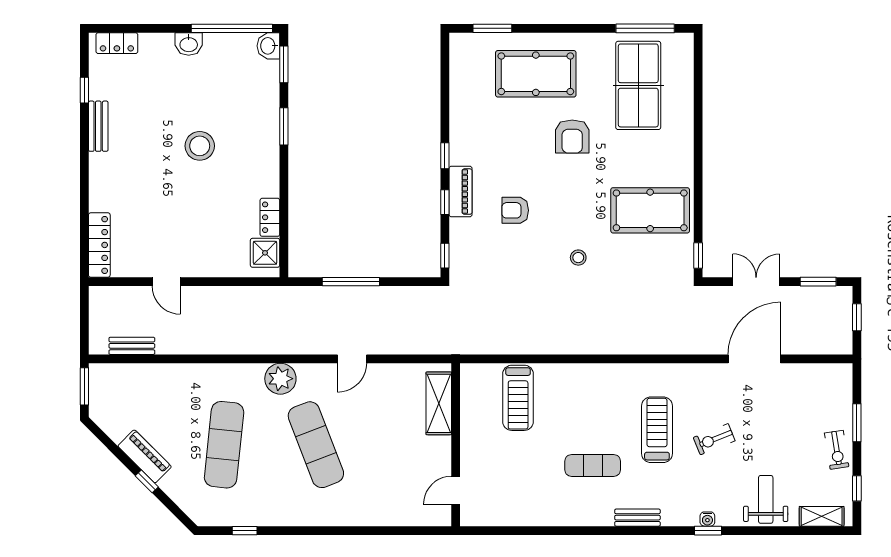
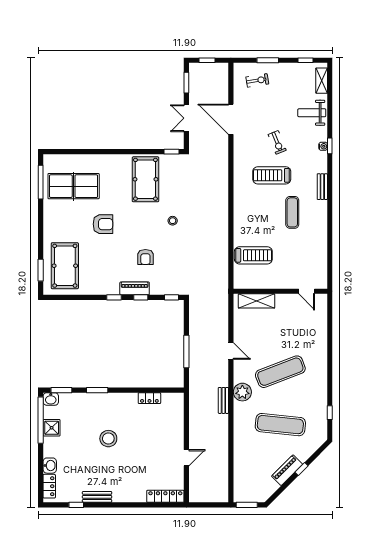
washbasin: (189, 44) -> (50, 466), moved
pool table: (536, 74) -> (65, 266), moved
shower: (265, 253) -> (52, 428), moved
bench: (132, 346) -> (223, 400), moved
exercise bike: (837, 450) -> (257, 80), moved

